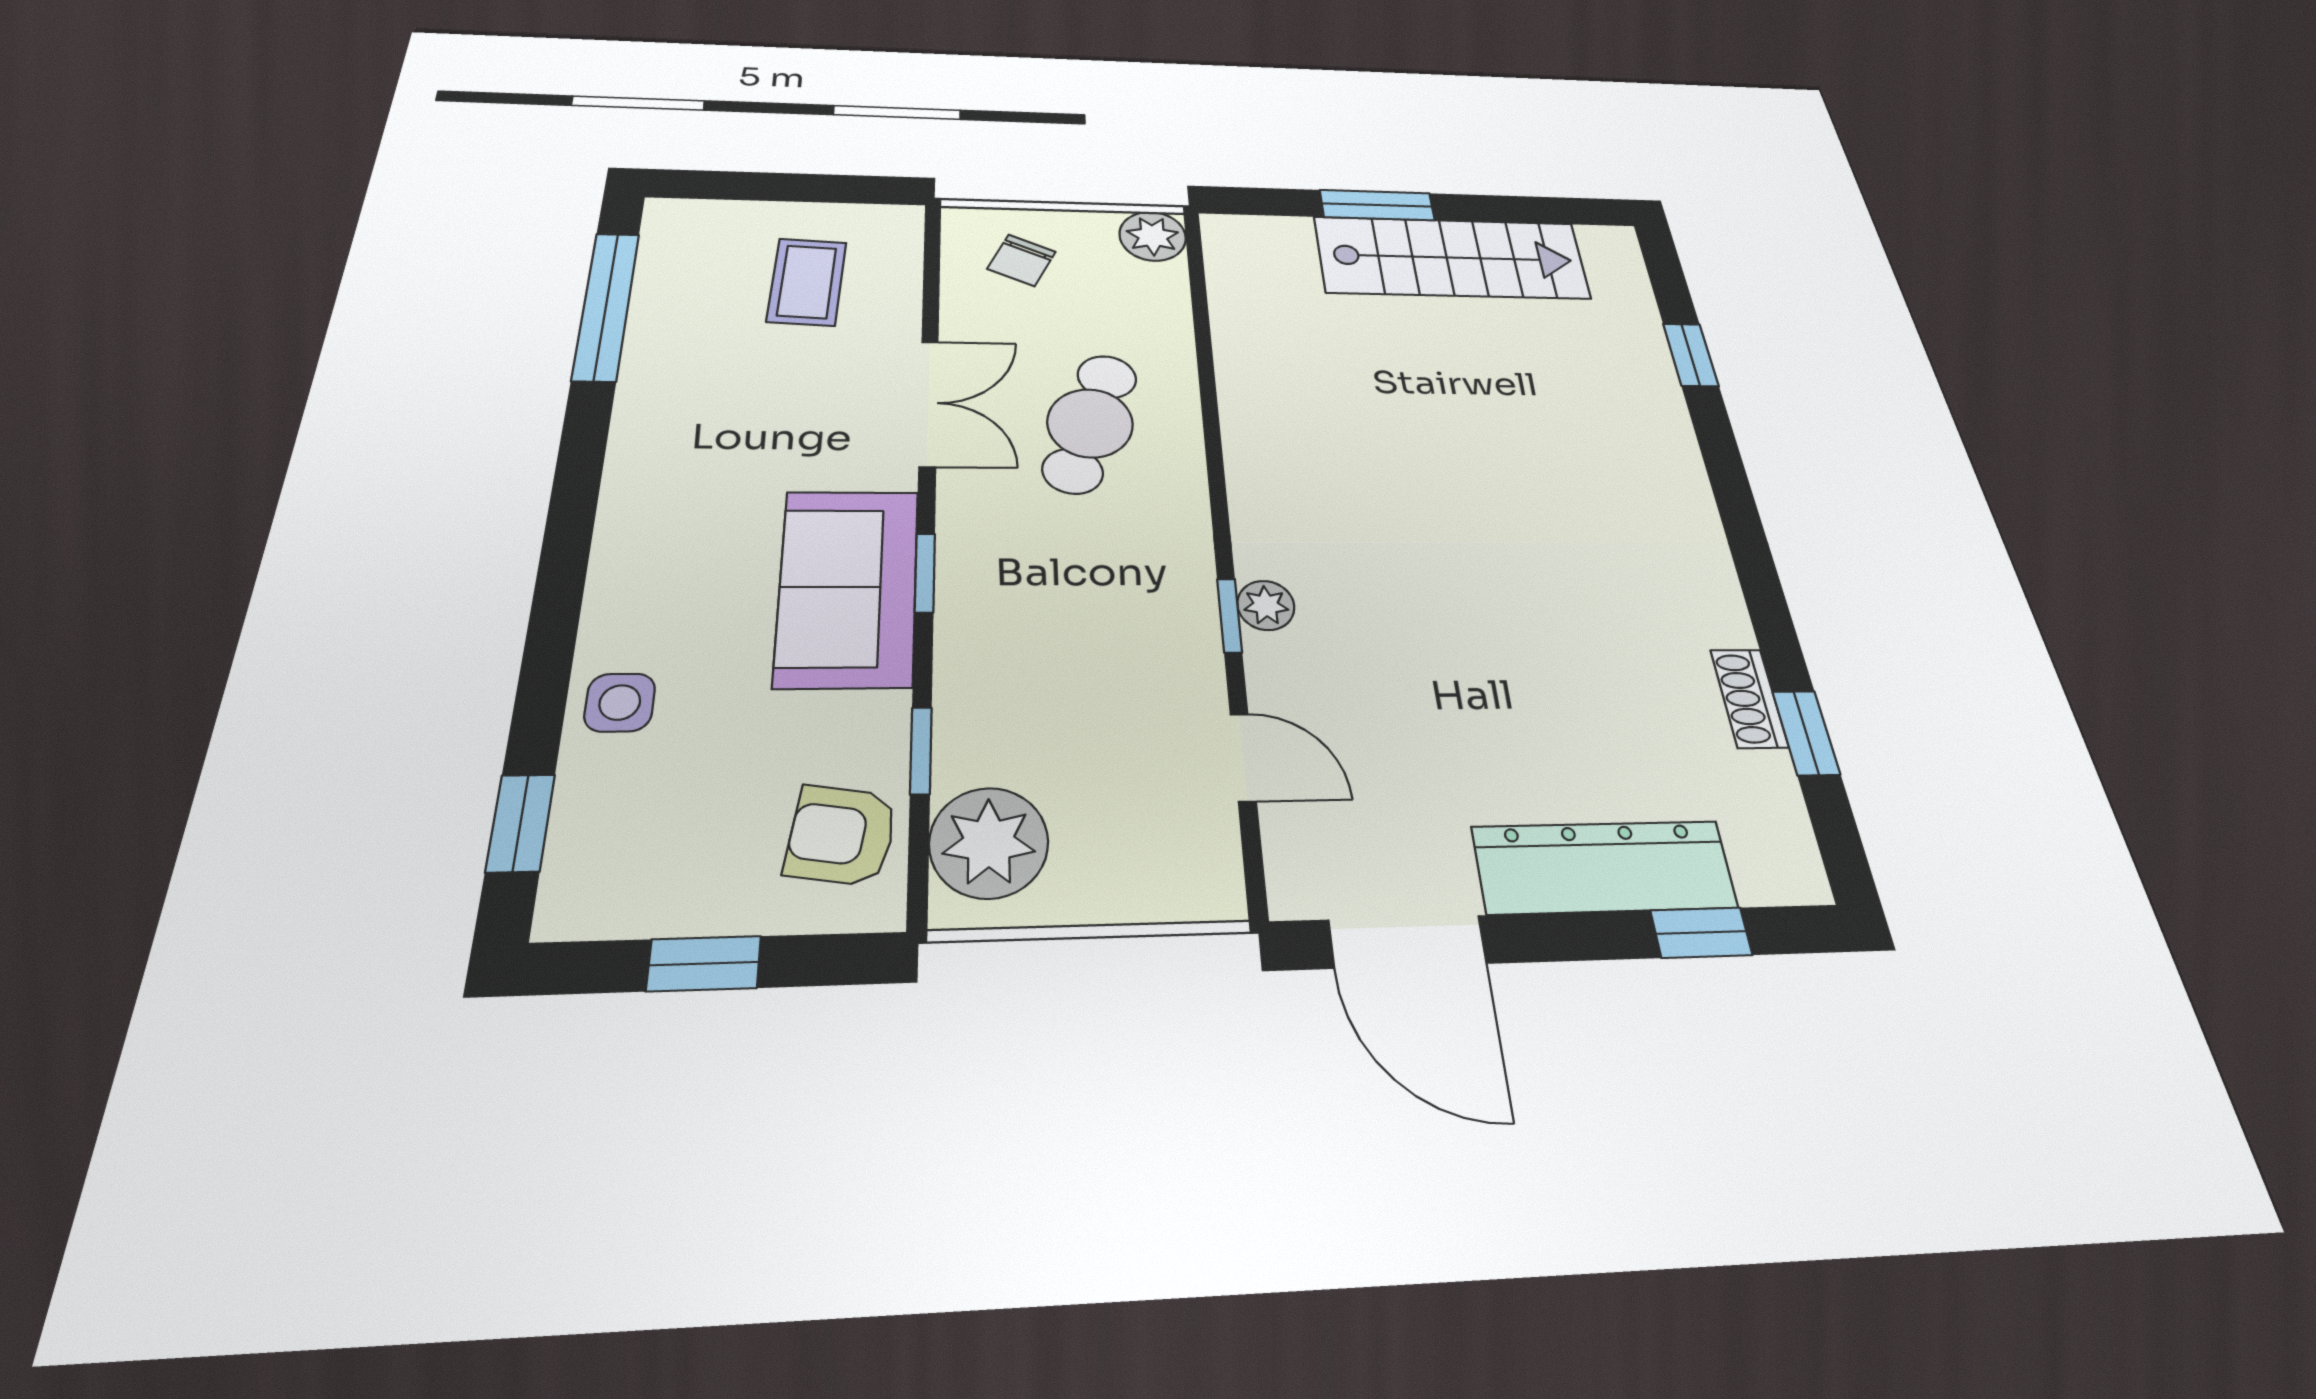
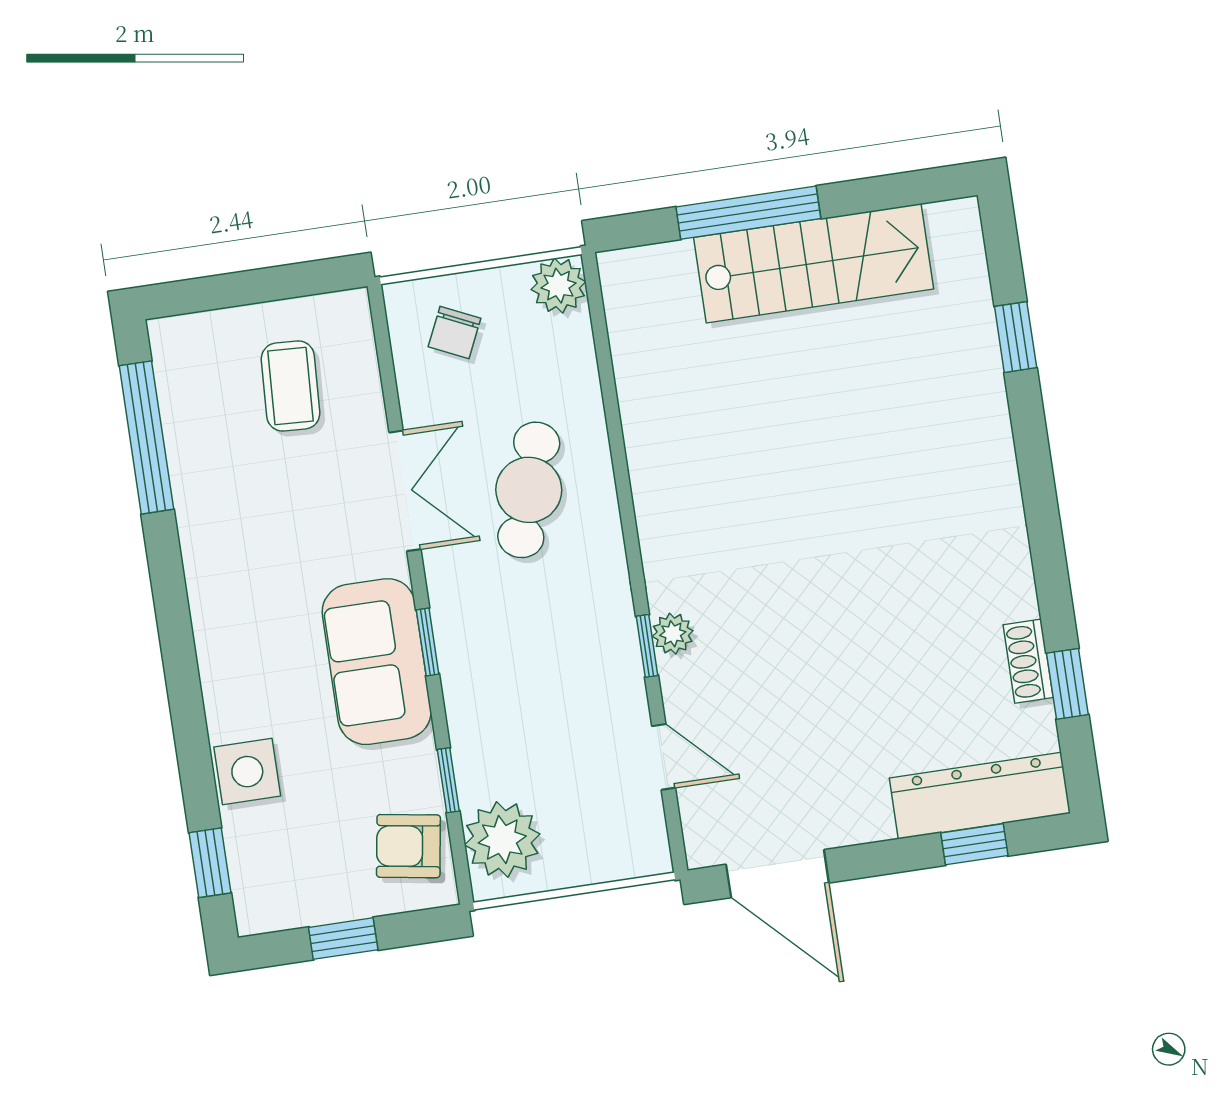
window: (1377, 205) -> (748, 213), width x1.44
side table: (620, 702) -> (247, 772), width x1.37, depth x1.37
dresser: (1604, 867) -> (980, 796), moved

